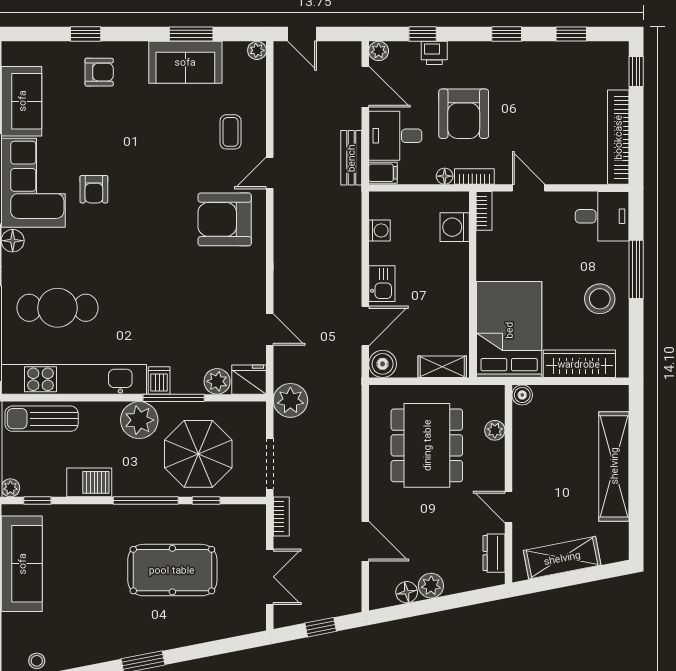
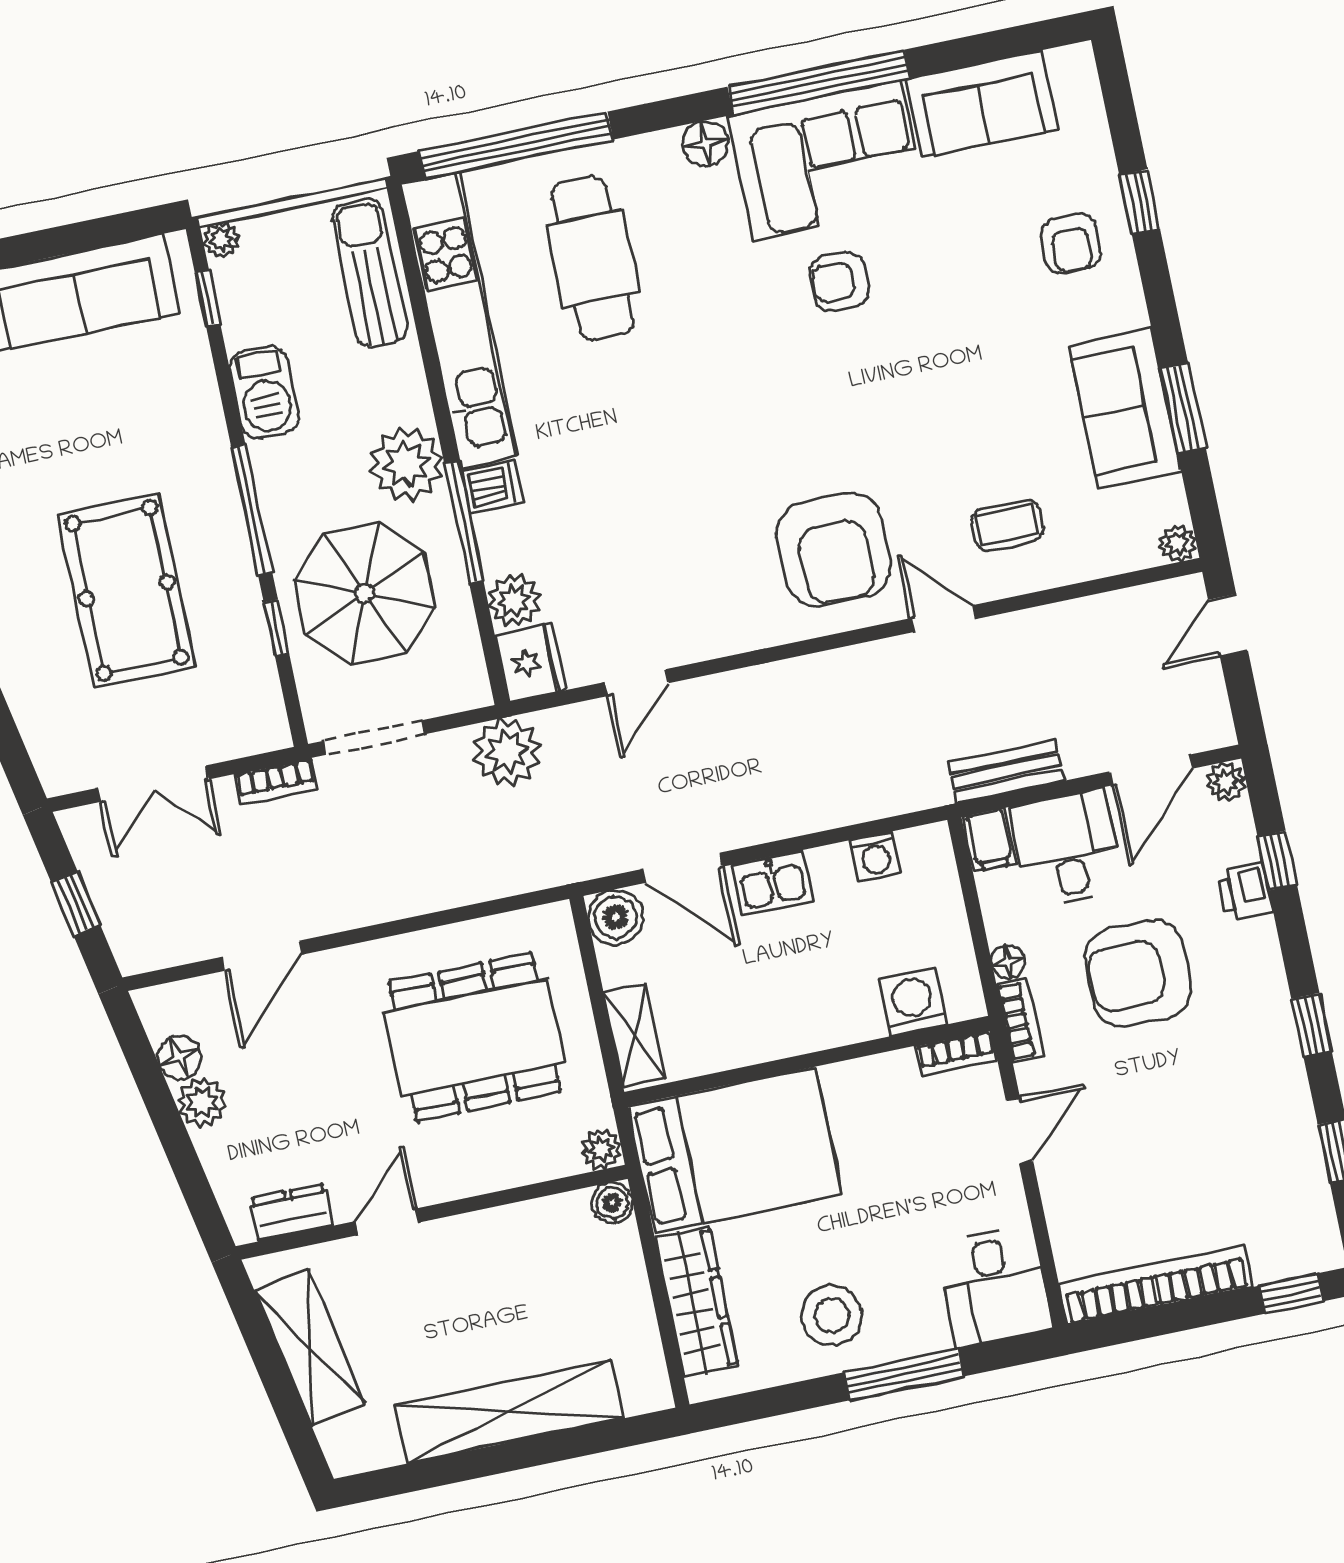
armchair: (225, 219) -> (834, 549), turned 180
plant: (495, 430) -> (601, 1149), moved

